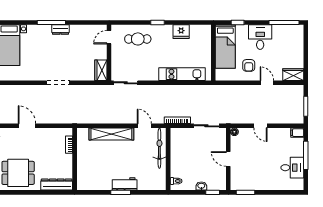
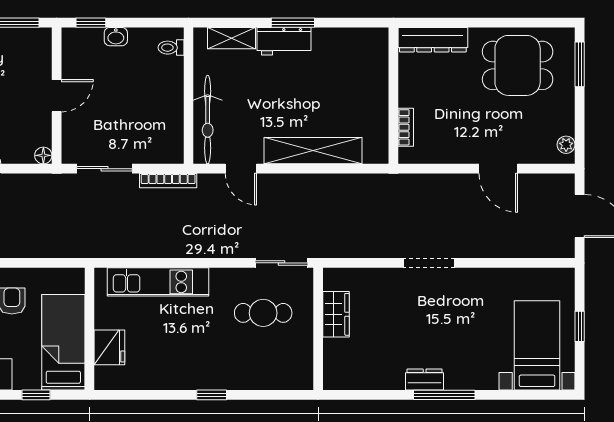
fridge: (181, 32) -> (109, 347), moved, turned 90
door: (109, 37) -> (318, 363), removed
cafe table: (138, 39) -> (263, 313), moved
wardrobe: (101, 70) -> (336, 314), moved
door: (228, 159) -> (57, 96), hinge flipped
shelving: (149, 185) -> (231, 38), added

